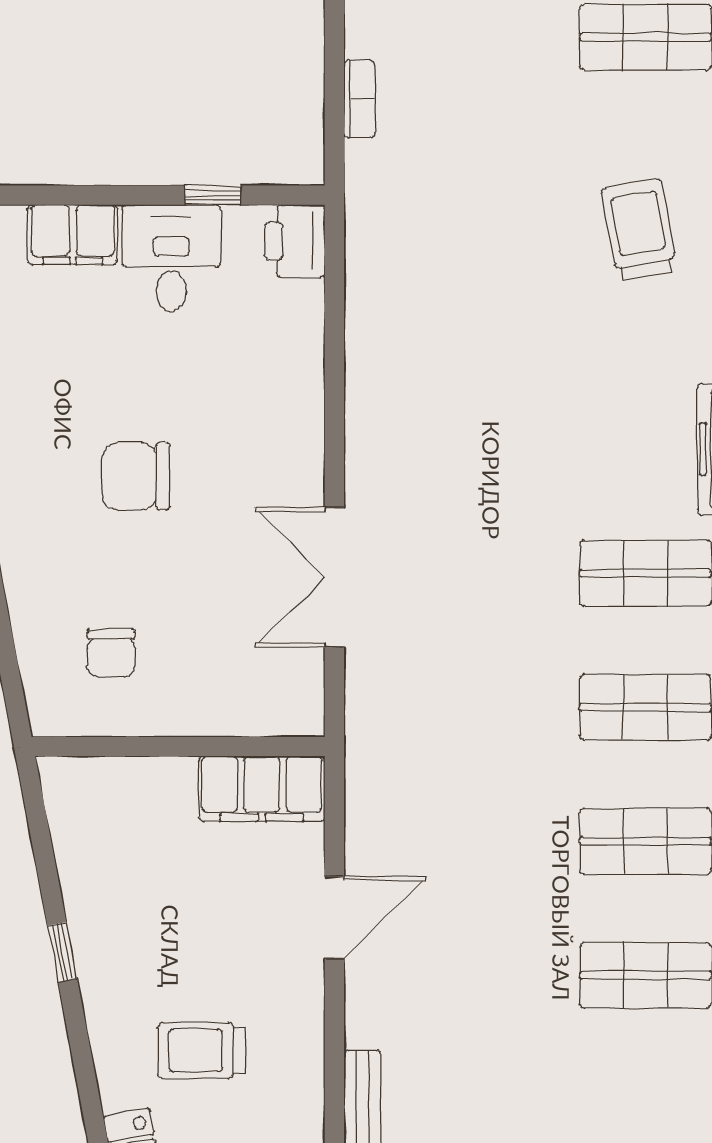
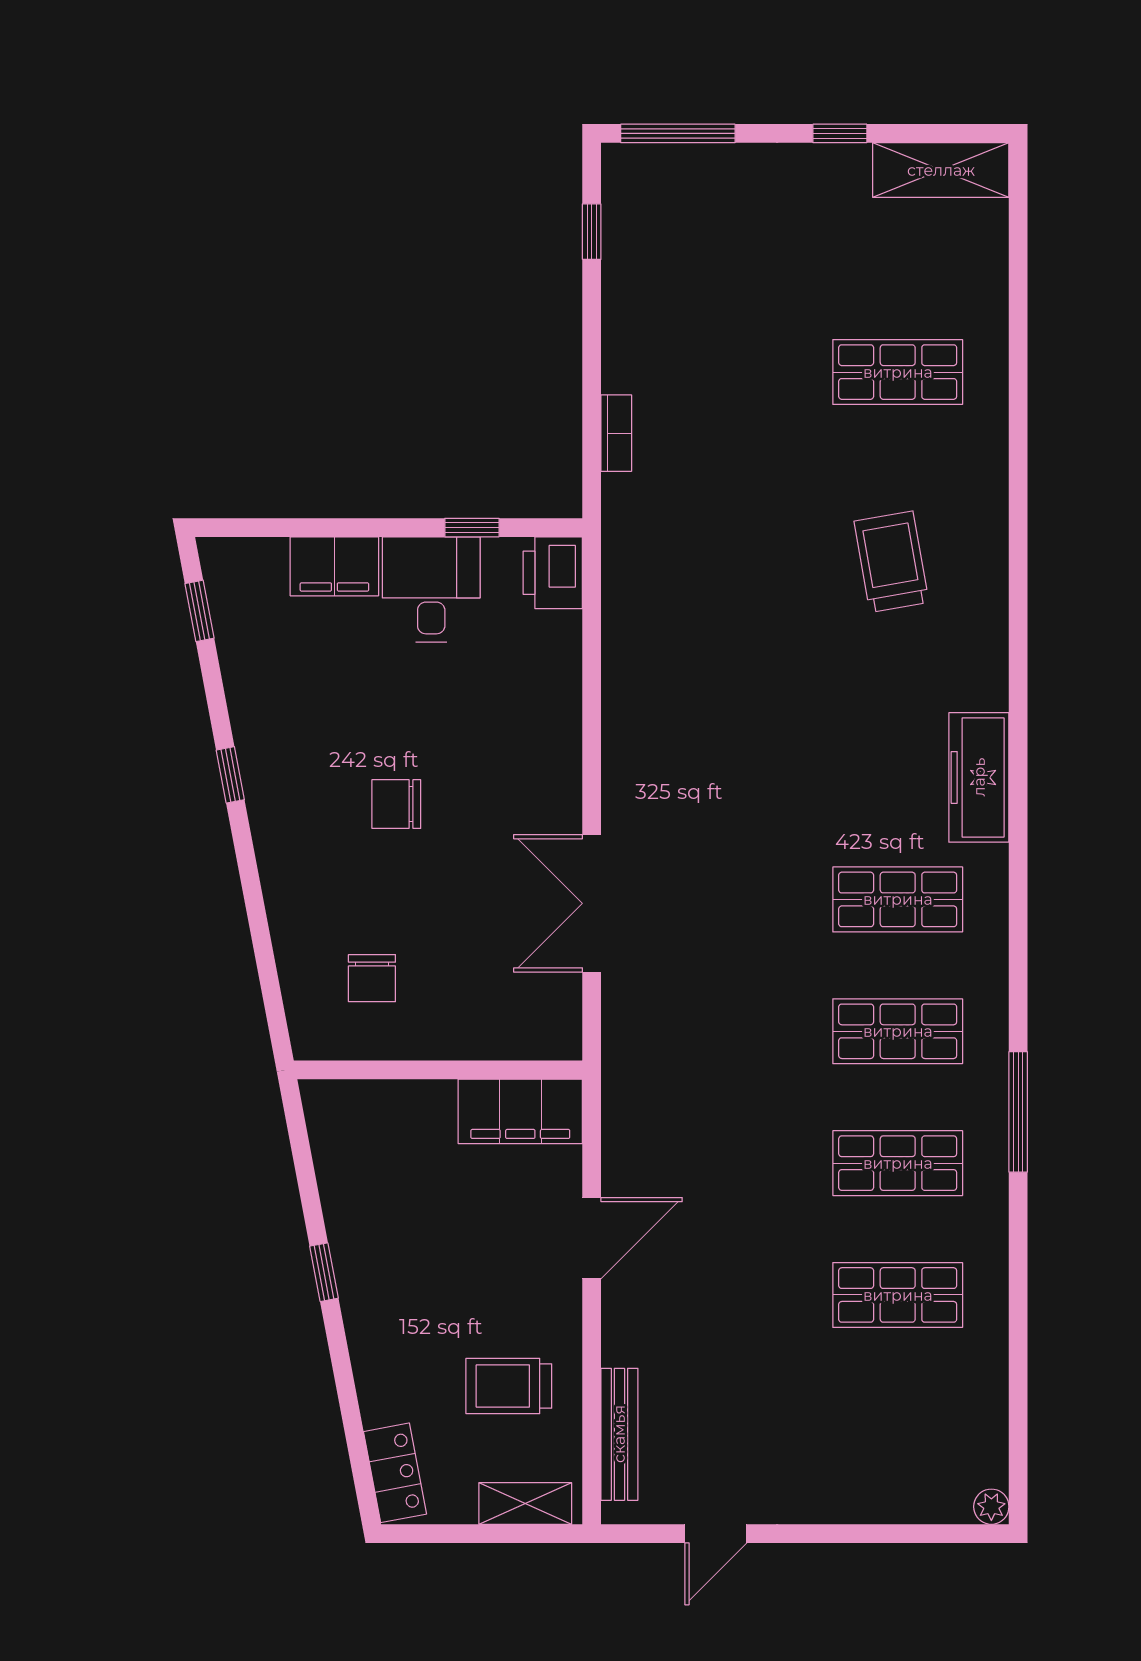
chair: (136, 476) -> (396, 804), width x0.73, depth x0.73
trolley: (202, 1051) -> (509, 1386), moved

